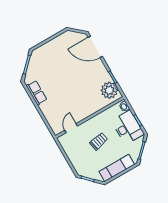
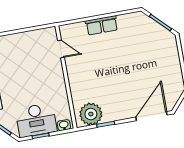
row of seats: (37, 93) -> (102, 25), moved
trolley: (99, 141) -> (32, 78), removed

